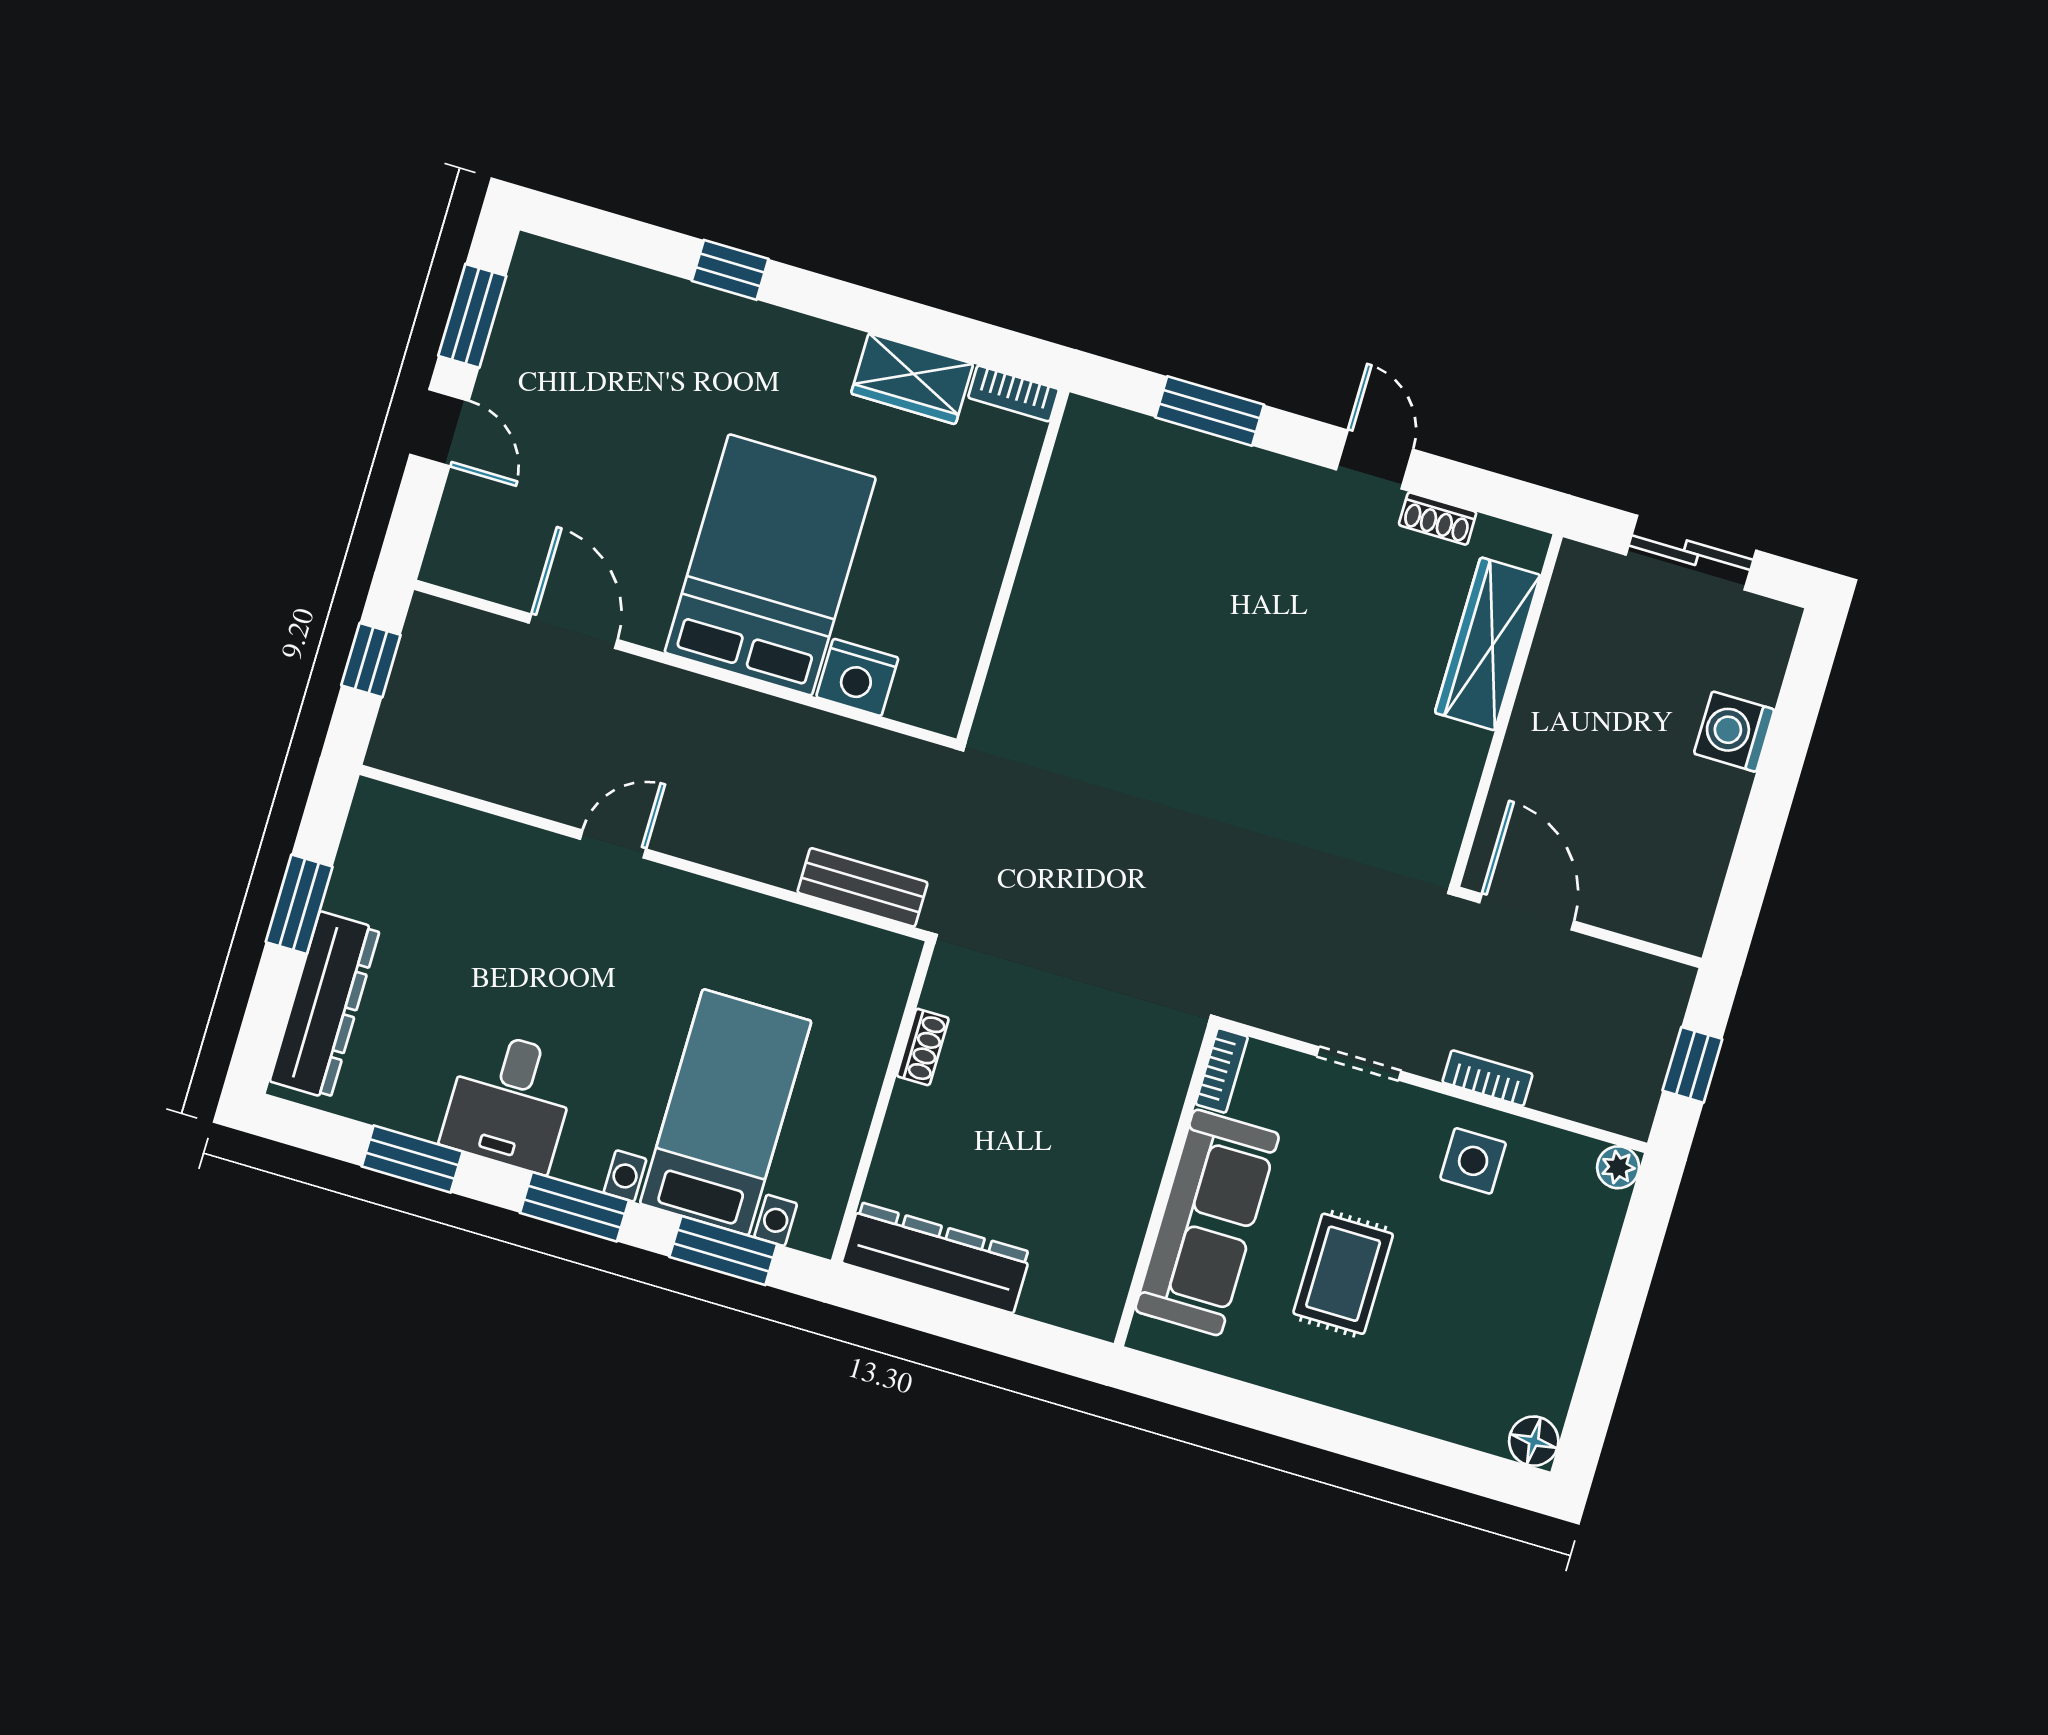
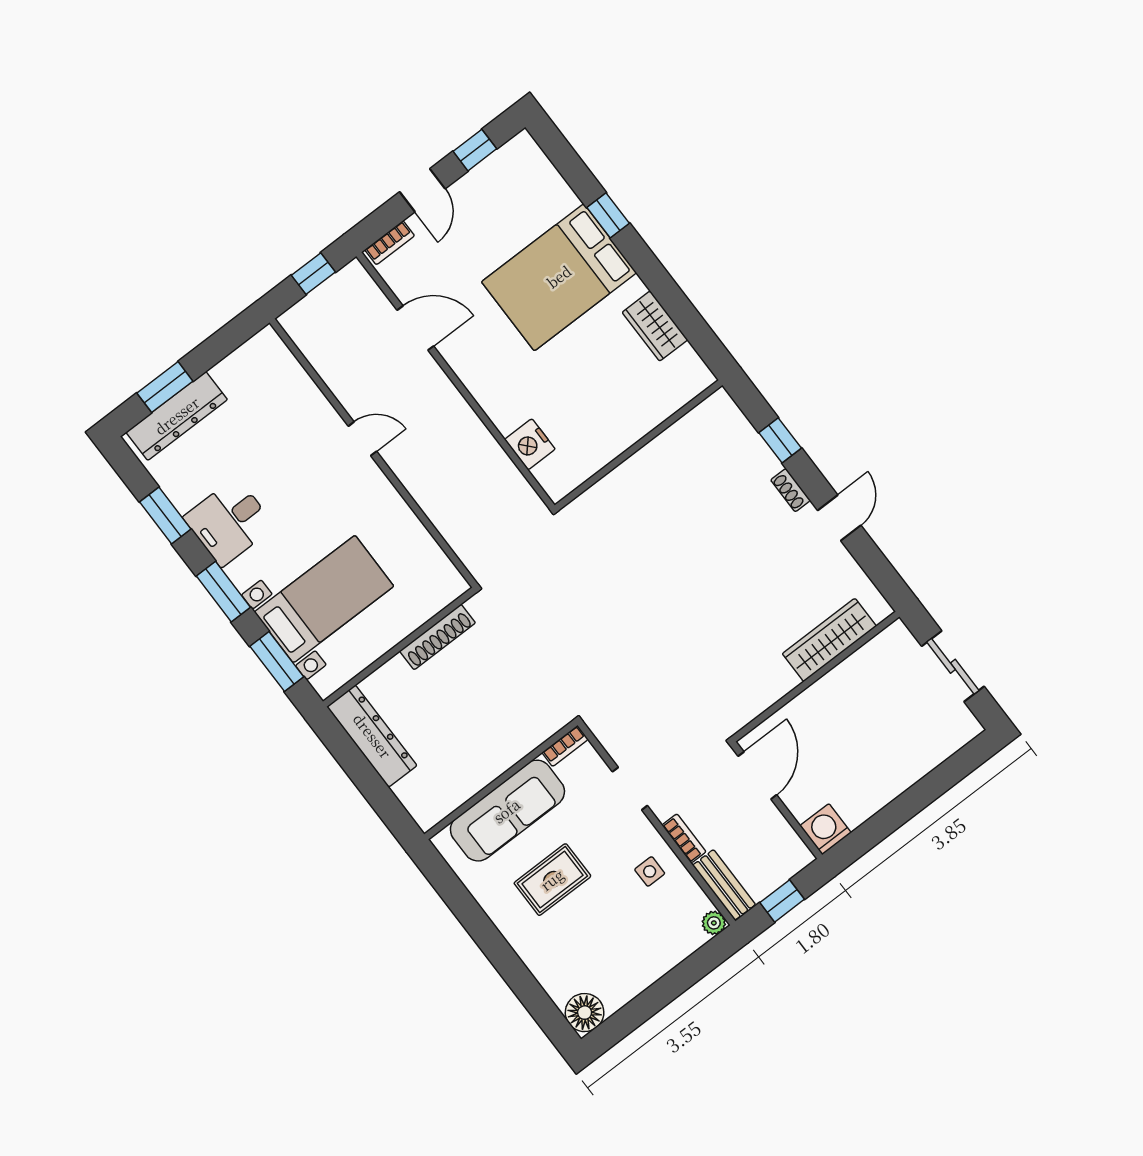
window: (472, 316) -> (475, 150), width x0.67
bookcase: (1014, 393) -> (390, 243), moved, turned -90
window: (1210, 411) -> (780, 440), width x0.67
shoe rack: (1438, 519) -> (791, 490), moved
bed: (770, 565) -> (559, 277), moved, turned 180
door: (573, 631) -> (415, 328), hinge flipped
washing machine: (1734, 732) -> (826, 829), moved
bench: (862, 887) -> (724, 885), moved
window: (299, 904) -> (165, 387), moved
shoe rack: (923, 1047) -> (437, 637), width x1.94, depth x1.24
side table: (1473, 1161) -> (650, 871), width x0.73, depth x0.73
floor lamp: (1534, 1441) -> (585, 1013), width x1.38, depth x1.38

